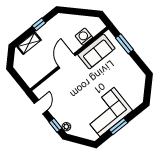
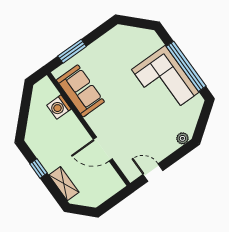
door: (67, 61) -> (103, 149), moved
window: (56, 125) -> (180, 153), removed
window: (118, 126) -> (186, 66), width x2.11

